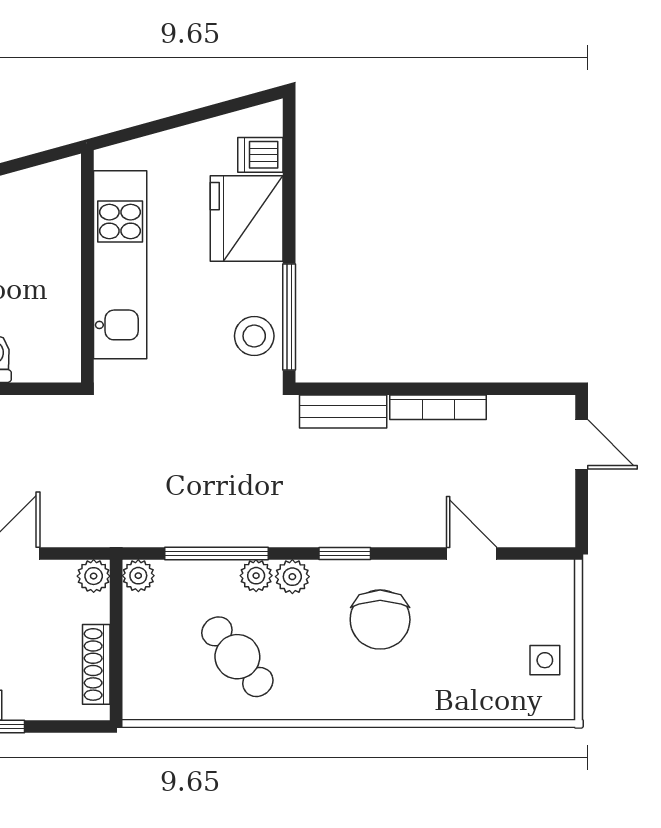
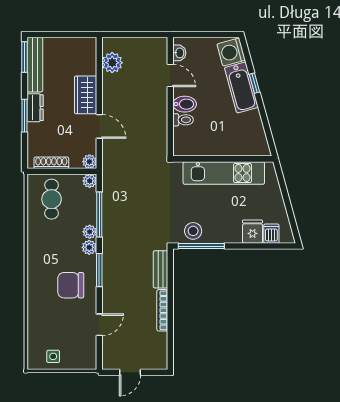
fridge: (247, 218) -> (253, 232), width x0.53, depth x0.75
door: (582, 444) -> (130, 372), moved
window: (345, 554) -> (99, 270), width x1.50
cafe table: (237, 657) -> (52, 199), moved, turned -51

